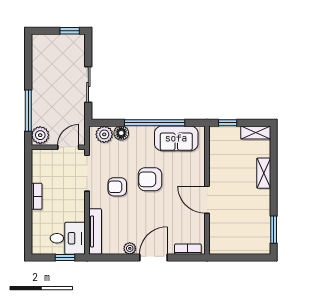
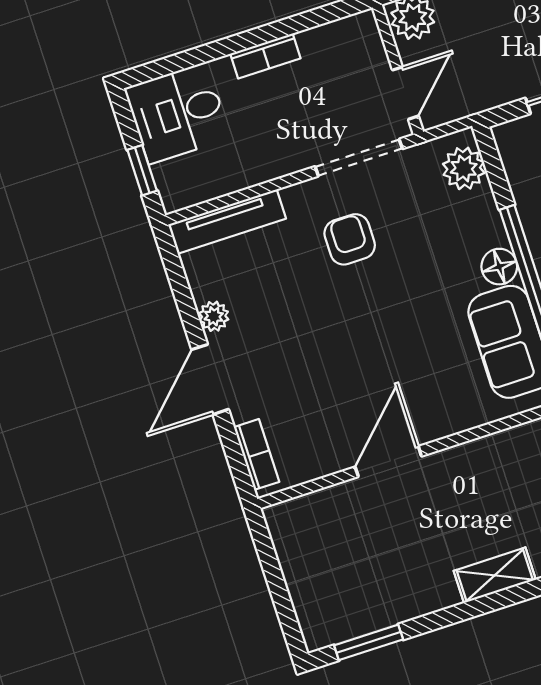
floor lamp: (121, 133) -> (499, 267), moved
door: (68, 147) -> (405, 93), hinge flipped
armchair: (150, 179) -> (393, 311), removed
desk: (68, 238) -> (178, 113), moved, turned 90
door: (153, 258) -> (210, 379), swing flipped

